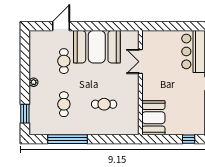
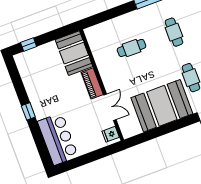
fridge: (148, 39) -> (111, 134), added
piano: (148, 87) -> (92, 83), added

